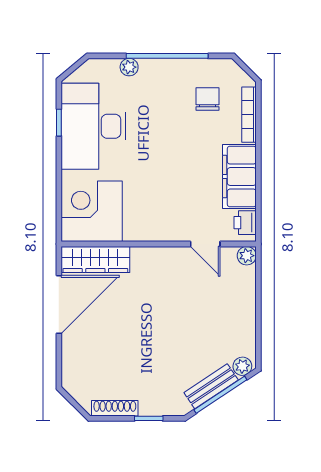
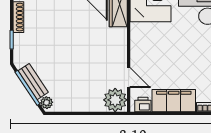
door: (205, 244) -> (129, 78), swing flipped
plant: (247, 256) -> (115, 100), width x1.87, depth x1.87

